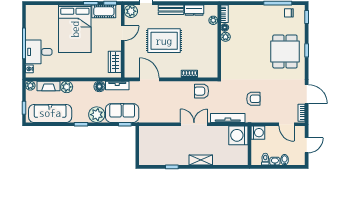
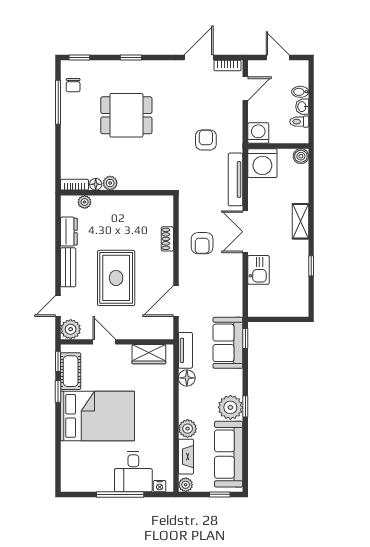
dining table: (285, 51) -> (126, 115), moved
armchair: (201, 91) -> (202, 243), moved
plant: (97, 115) -> (230, 407), moved
kitchen sink: (169, 133) -> (258, 270), added
boiler: (243, 160) -> (301, 156), added

